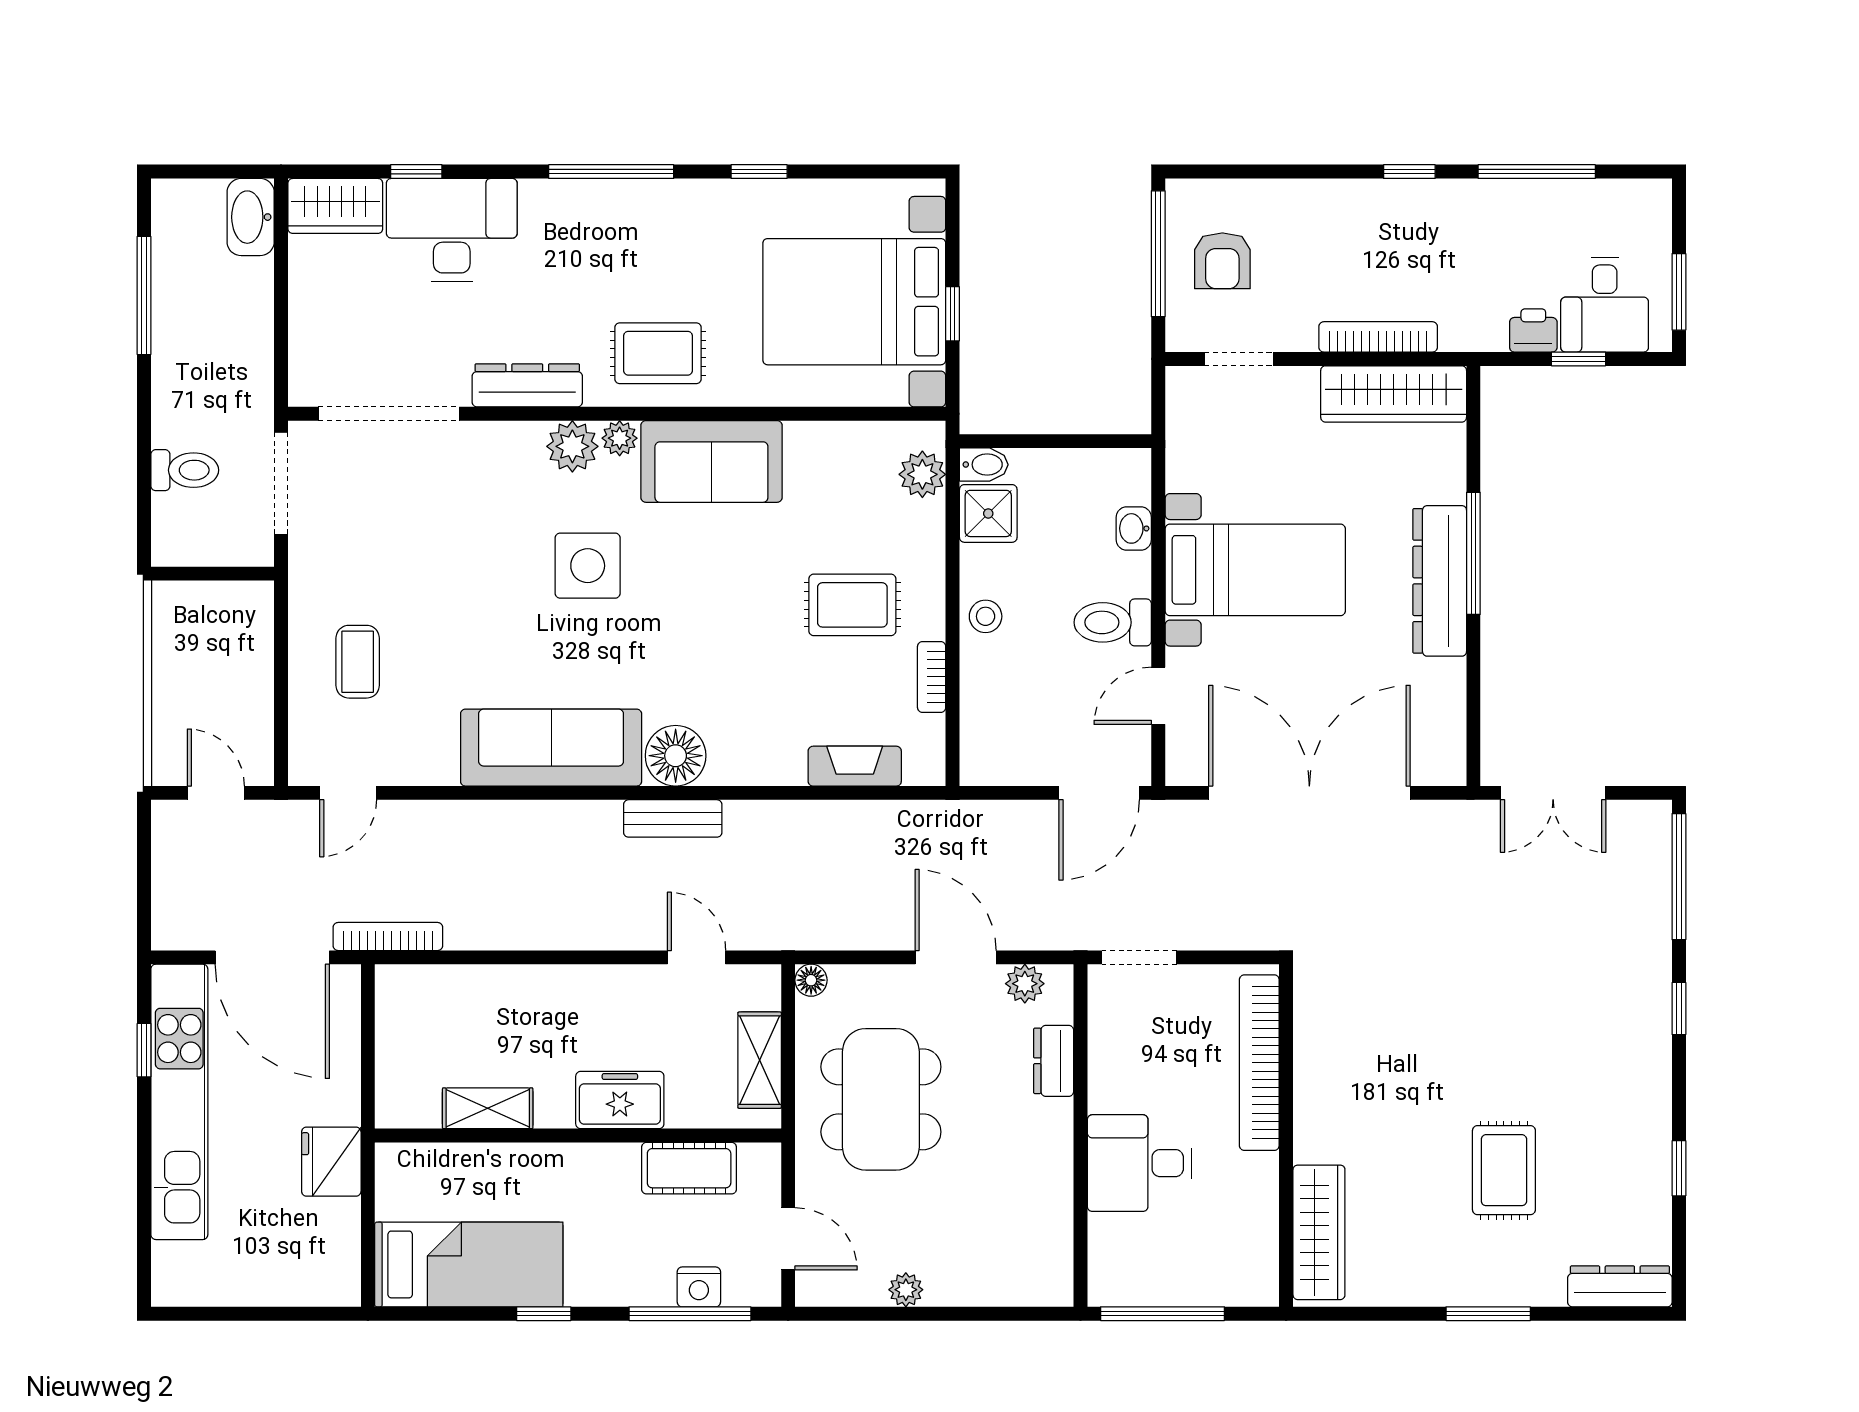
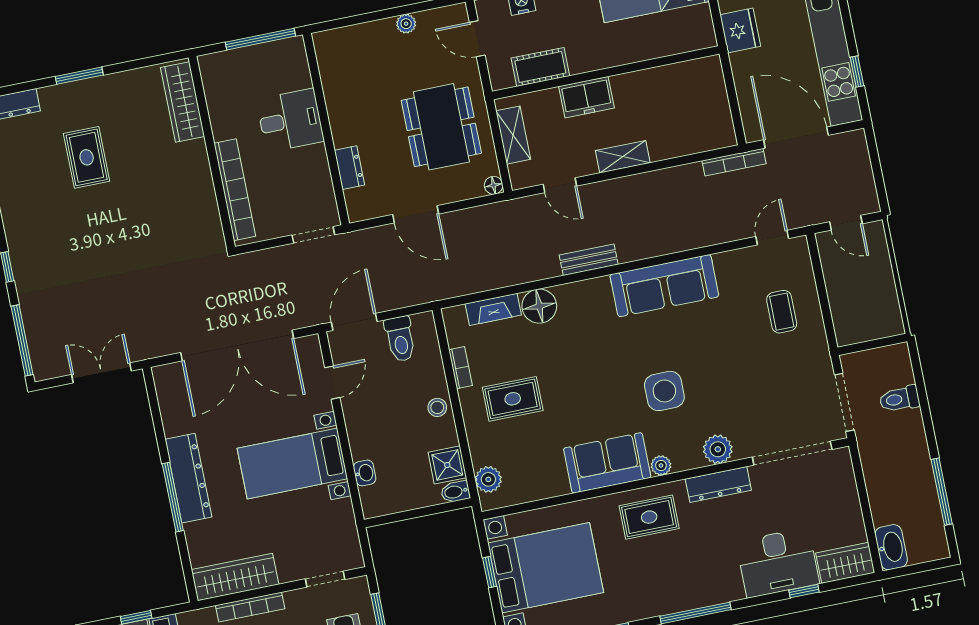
plant: (572, 446) -> (718, 449), moved
toilet: (1113, 622) -> (400, 339), moved, turned 90
floor lamp: (676, 756) -> (539, 306), moved
plant: (1025, 984) -> (374, 207), removed
shelving: (488, 1108) -> (623, 157), moved

